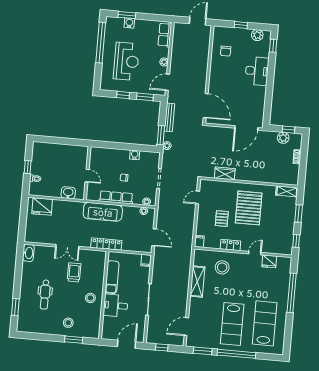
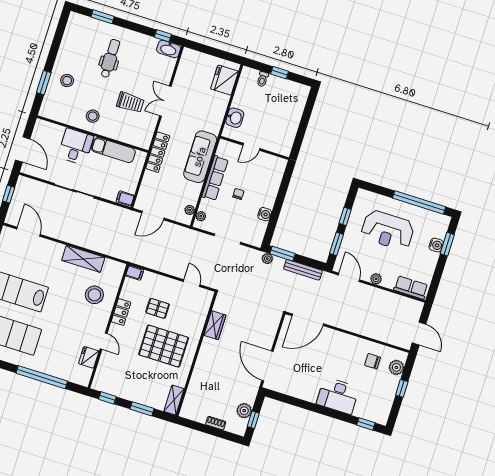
plant: (257, 35) -> (396, 367), moved
window: (20, 259) -> (163, 36), added
dental chair: (45, 295) -> (110, 58), turned 90

